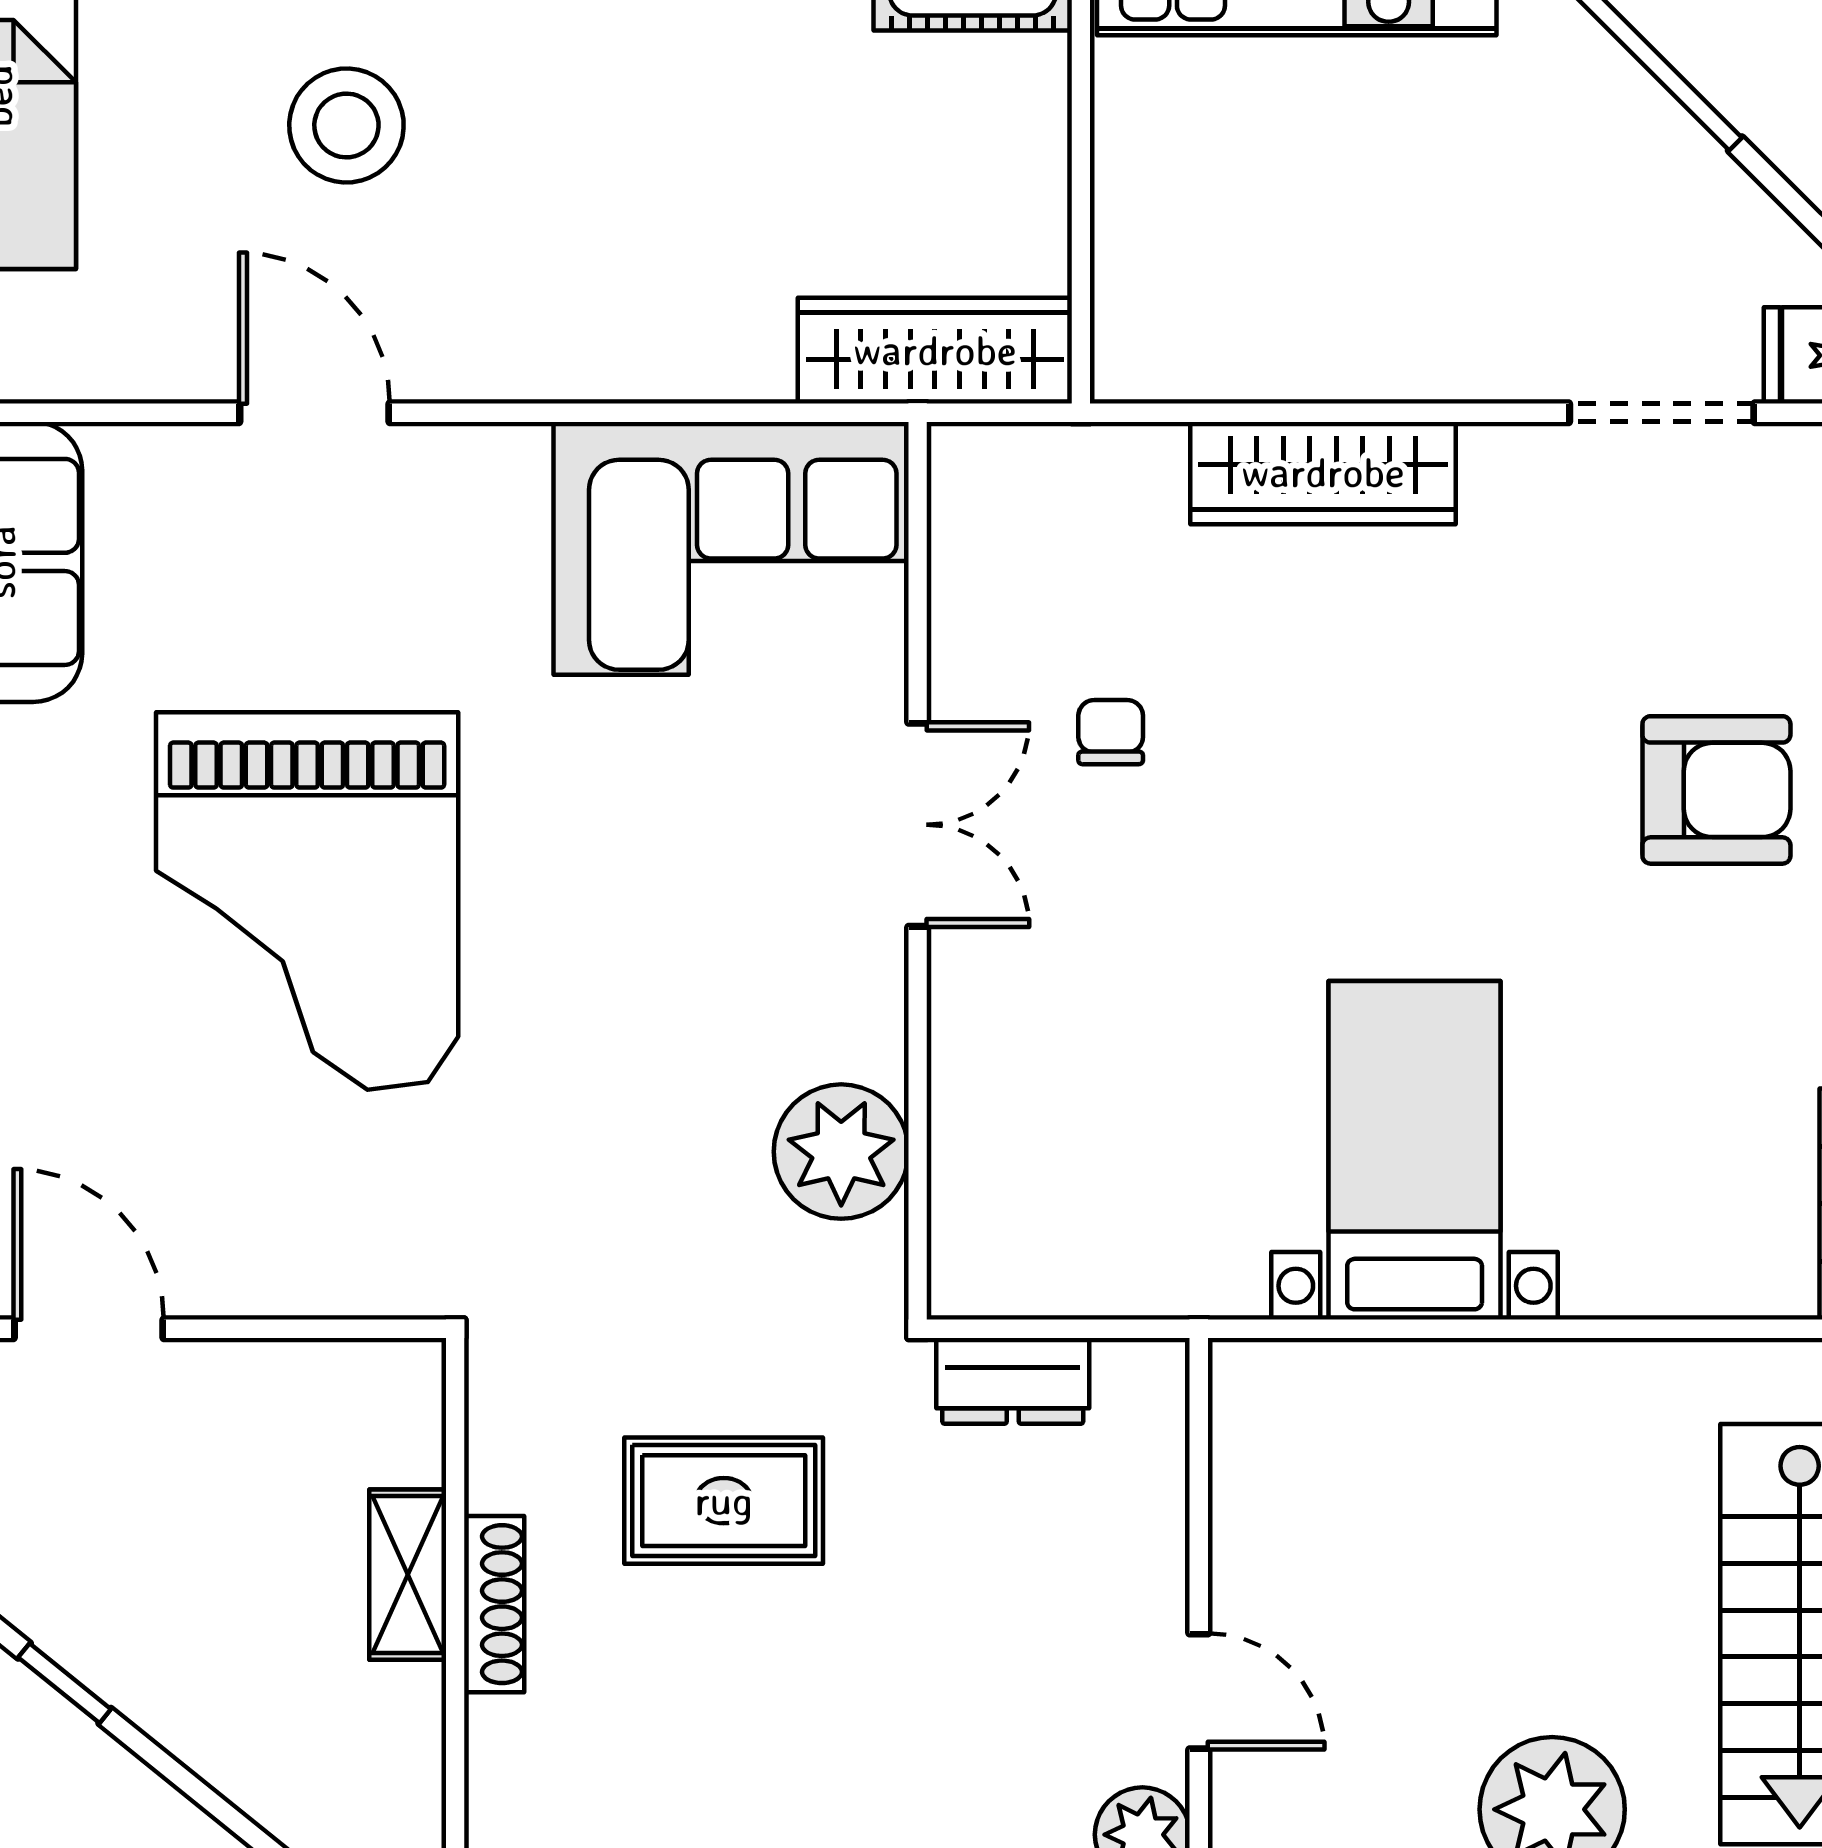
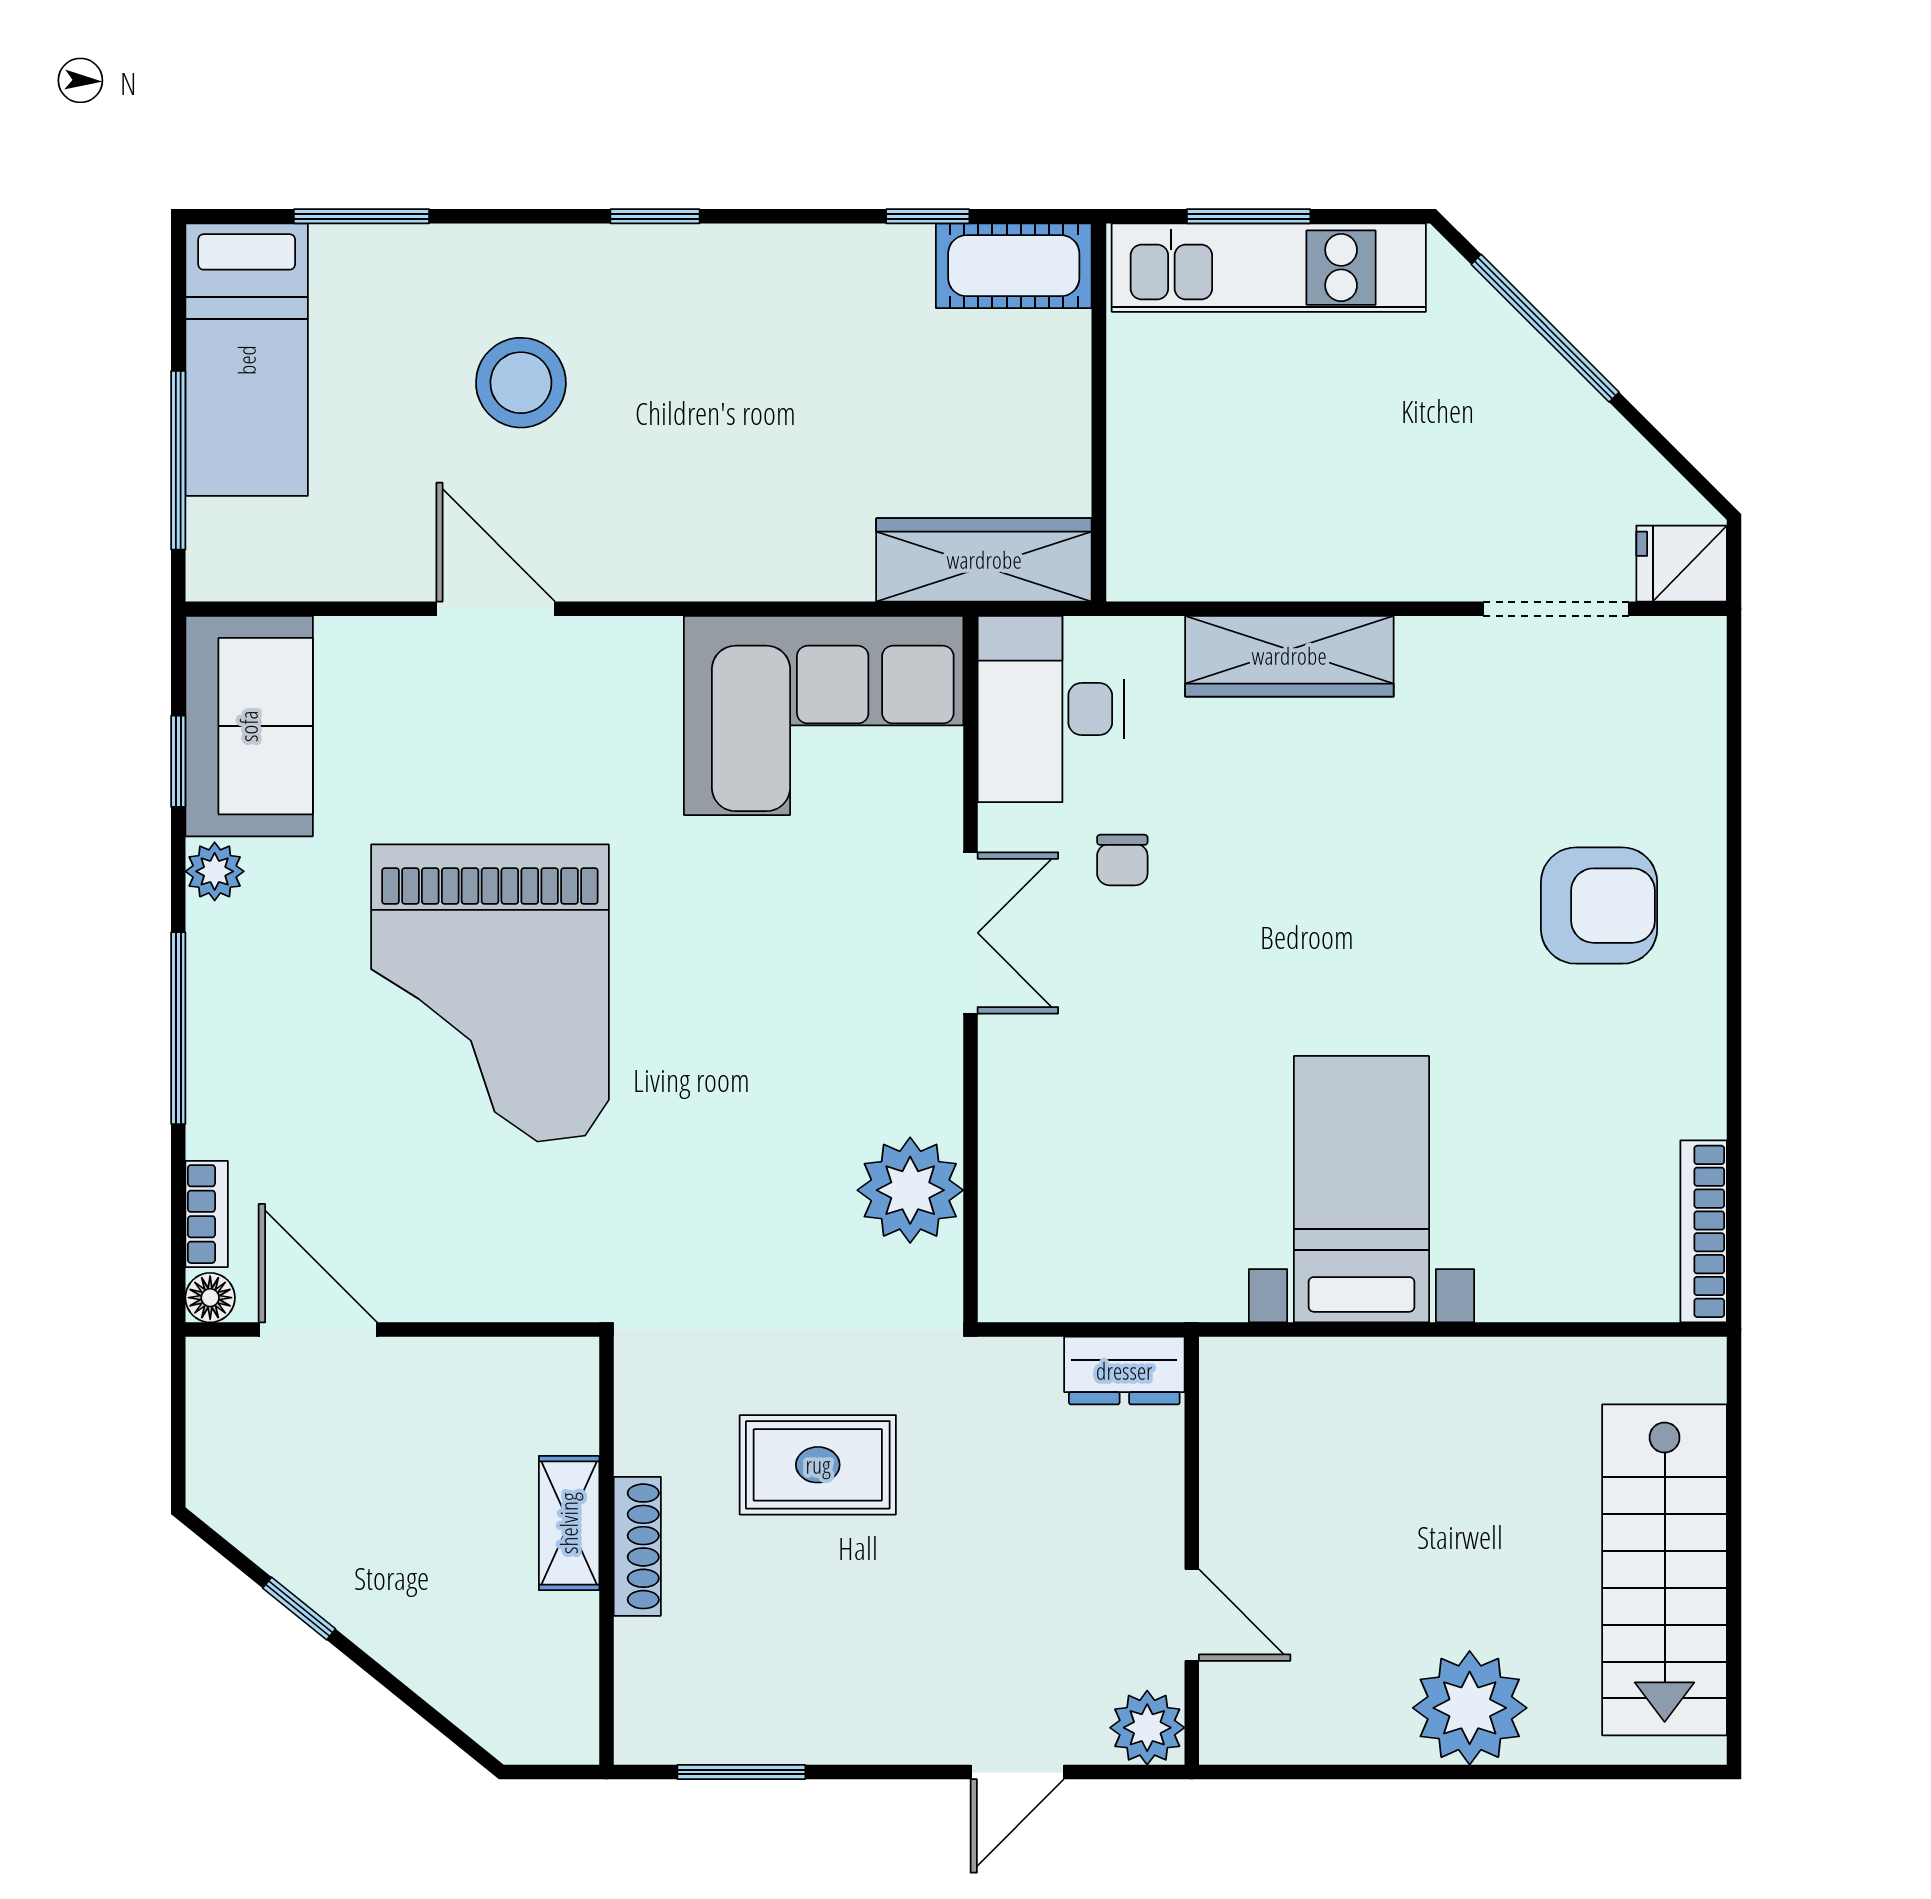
desk: (1020, 540) -> (1051, 709), added
chair: (1111, 732) -> (1122, 860), turned 180
dresser: (1013, 1381) -> (1124, 1371), moved

